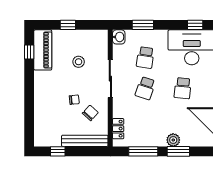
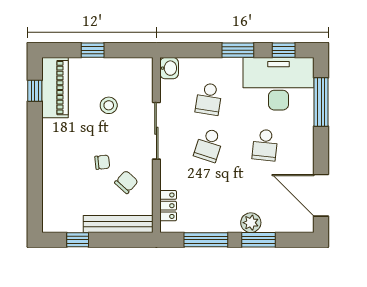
window: (143, 25) -> (238, 50), moved

